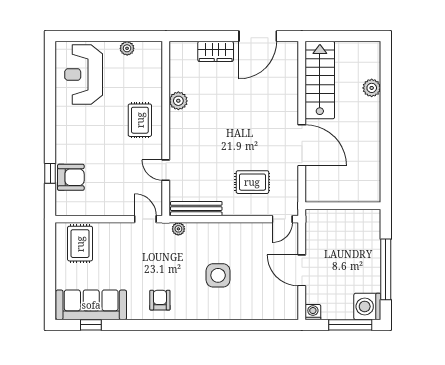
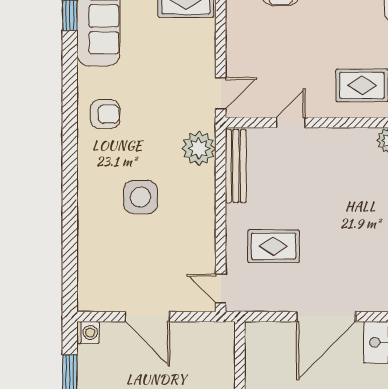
rug: (252, 182) -> (274, 246), turned 90
plant: (178, 229) -> (199, 148), width x1.88, depth x1.88
door: (302, 270) -> (147, 317), swing flipped

